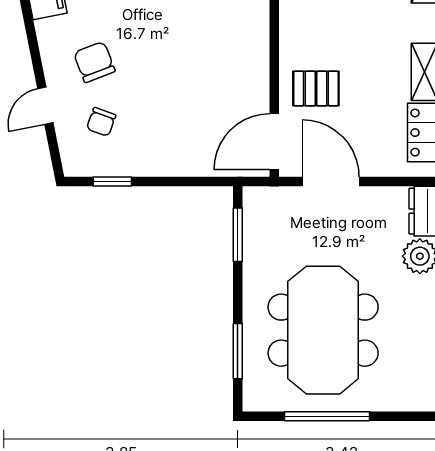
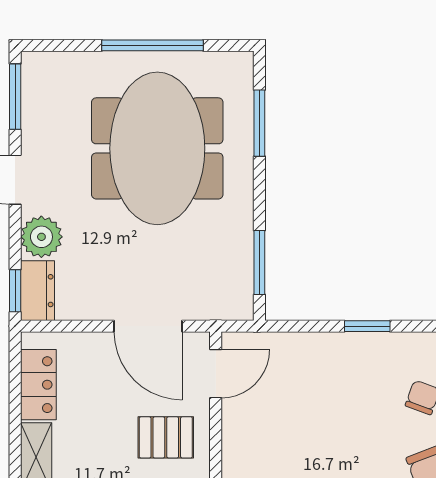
door: (274, 142) -> (216, 374), width x0.73
window: (112, 182) -> (367, 326), moved

